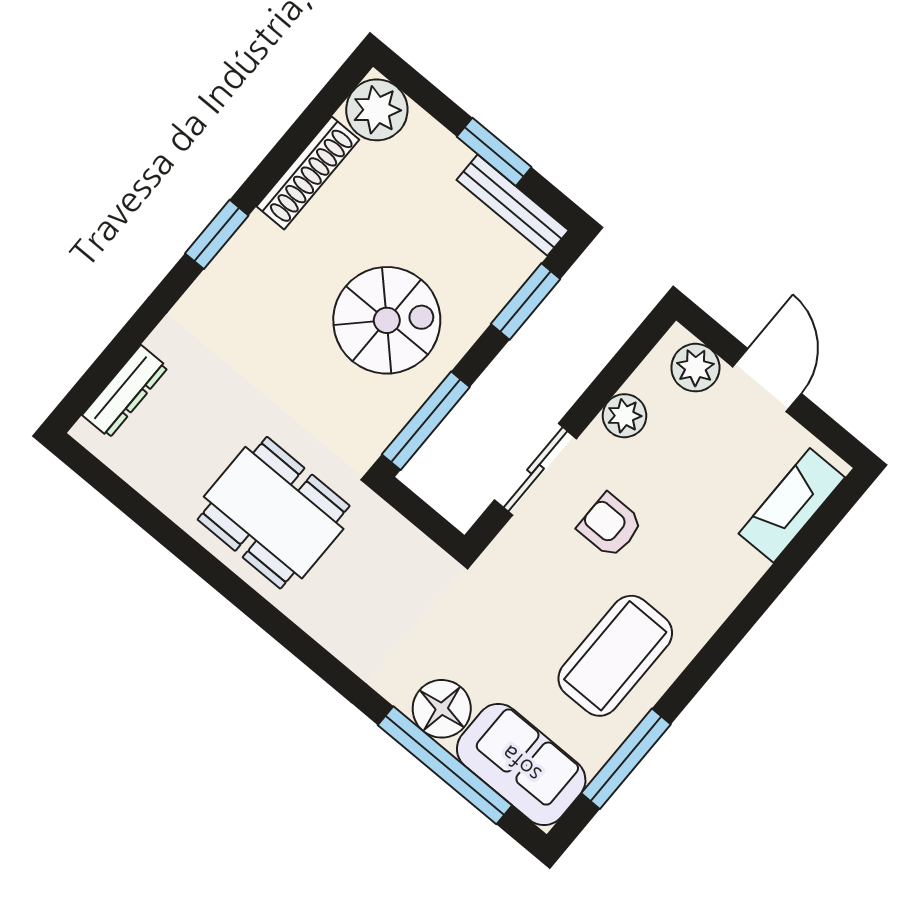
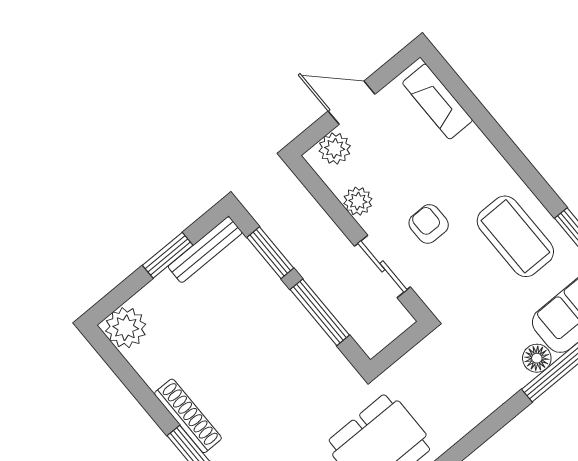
shoe rack: (308, 173) -> (188, 416), moved
spiral stairs: (387, 320) -> (266, 347), removed
window: (426, 421) -> (320, 312), moved
armchair: (610, 525) -> (429, 224), turned 90
floor lamp: (442, 709) -> (537, 358), width x0.73, depth x0.73

